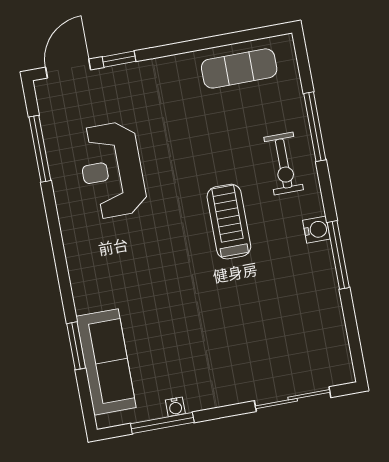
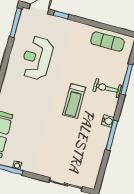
window: (40, 149) -> (16, 23), moved
exercise bike: (284, 164) -> (107, 88), turned 90
treadmill: (229, 222) -> (74, 101), turned 180

